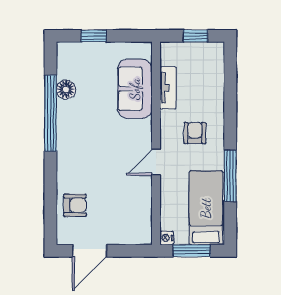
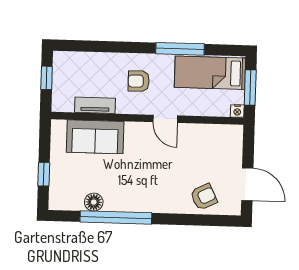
armchair: (75, 205) -> (204, 197), turned 64

